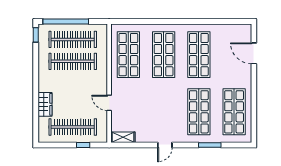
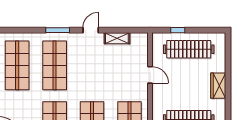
wardrobe: (45, 104) -> (218, 86), moved
shelving: (123, 137) -> (117, 38), moved
window: (210, 145) -> (58, 30), moved

